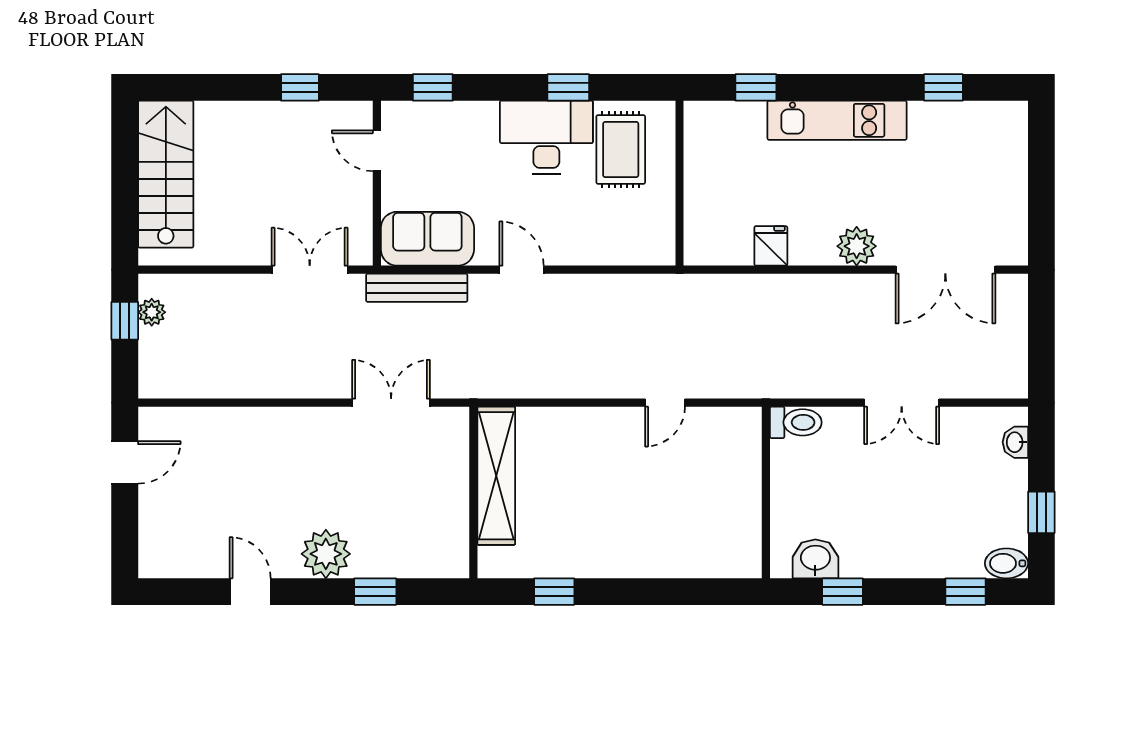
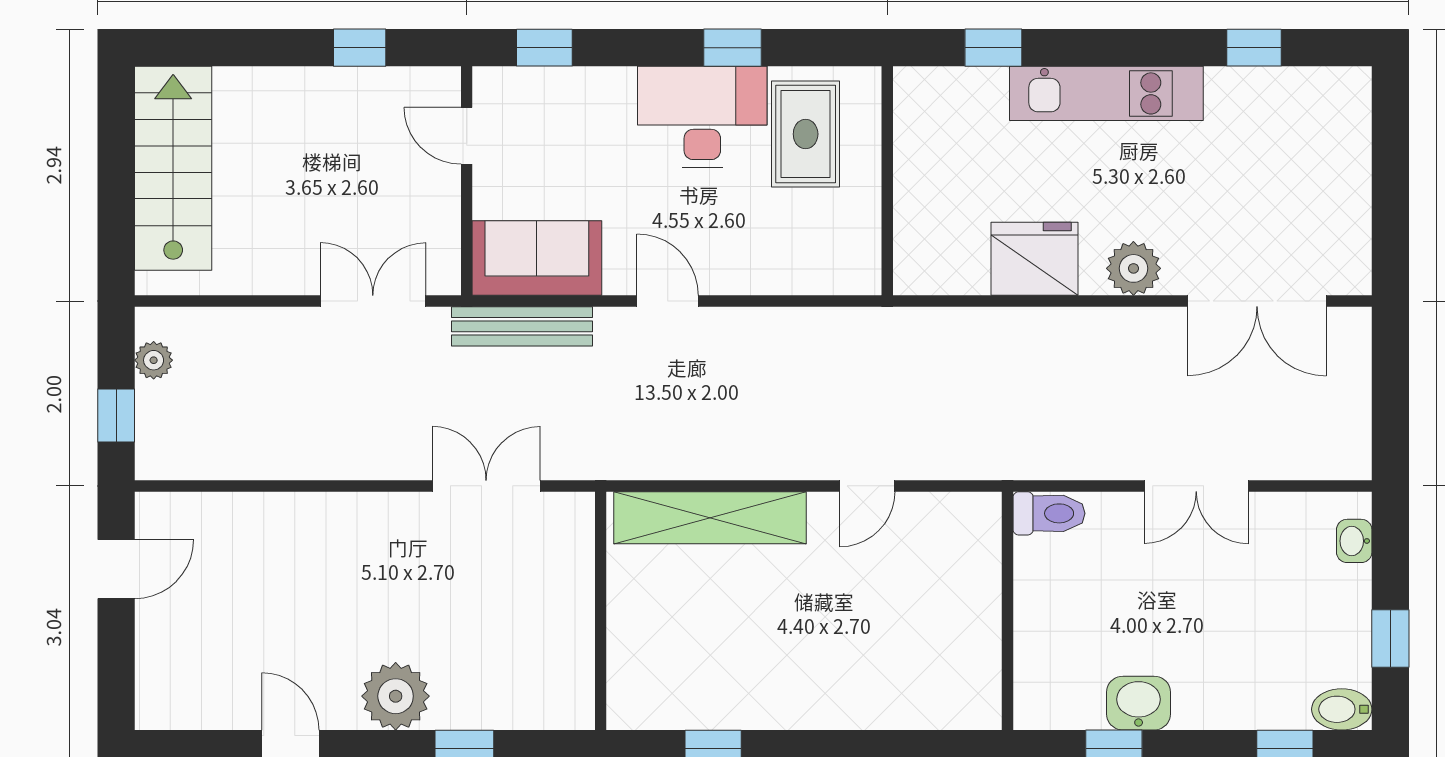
fridge: (771, 246) -> (1035, 259), width x1.88, depth x1.34
window: (125, 321) -> (116, 416), moved
shelving: (496, 476) -> (710, 518), moved, turned 90
washbasin: (815, 559) -> (1139, 703), moved

